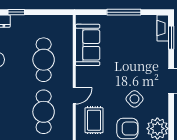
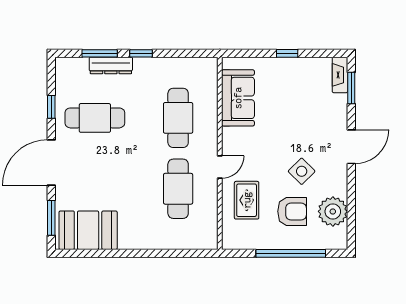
window: (124, 12) -> (287, 53), width x0.46

